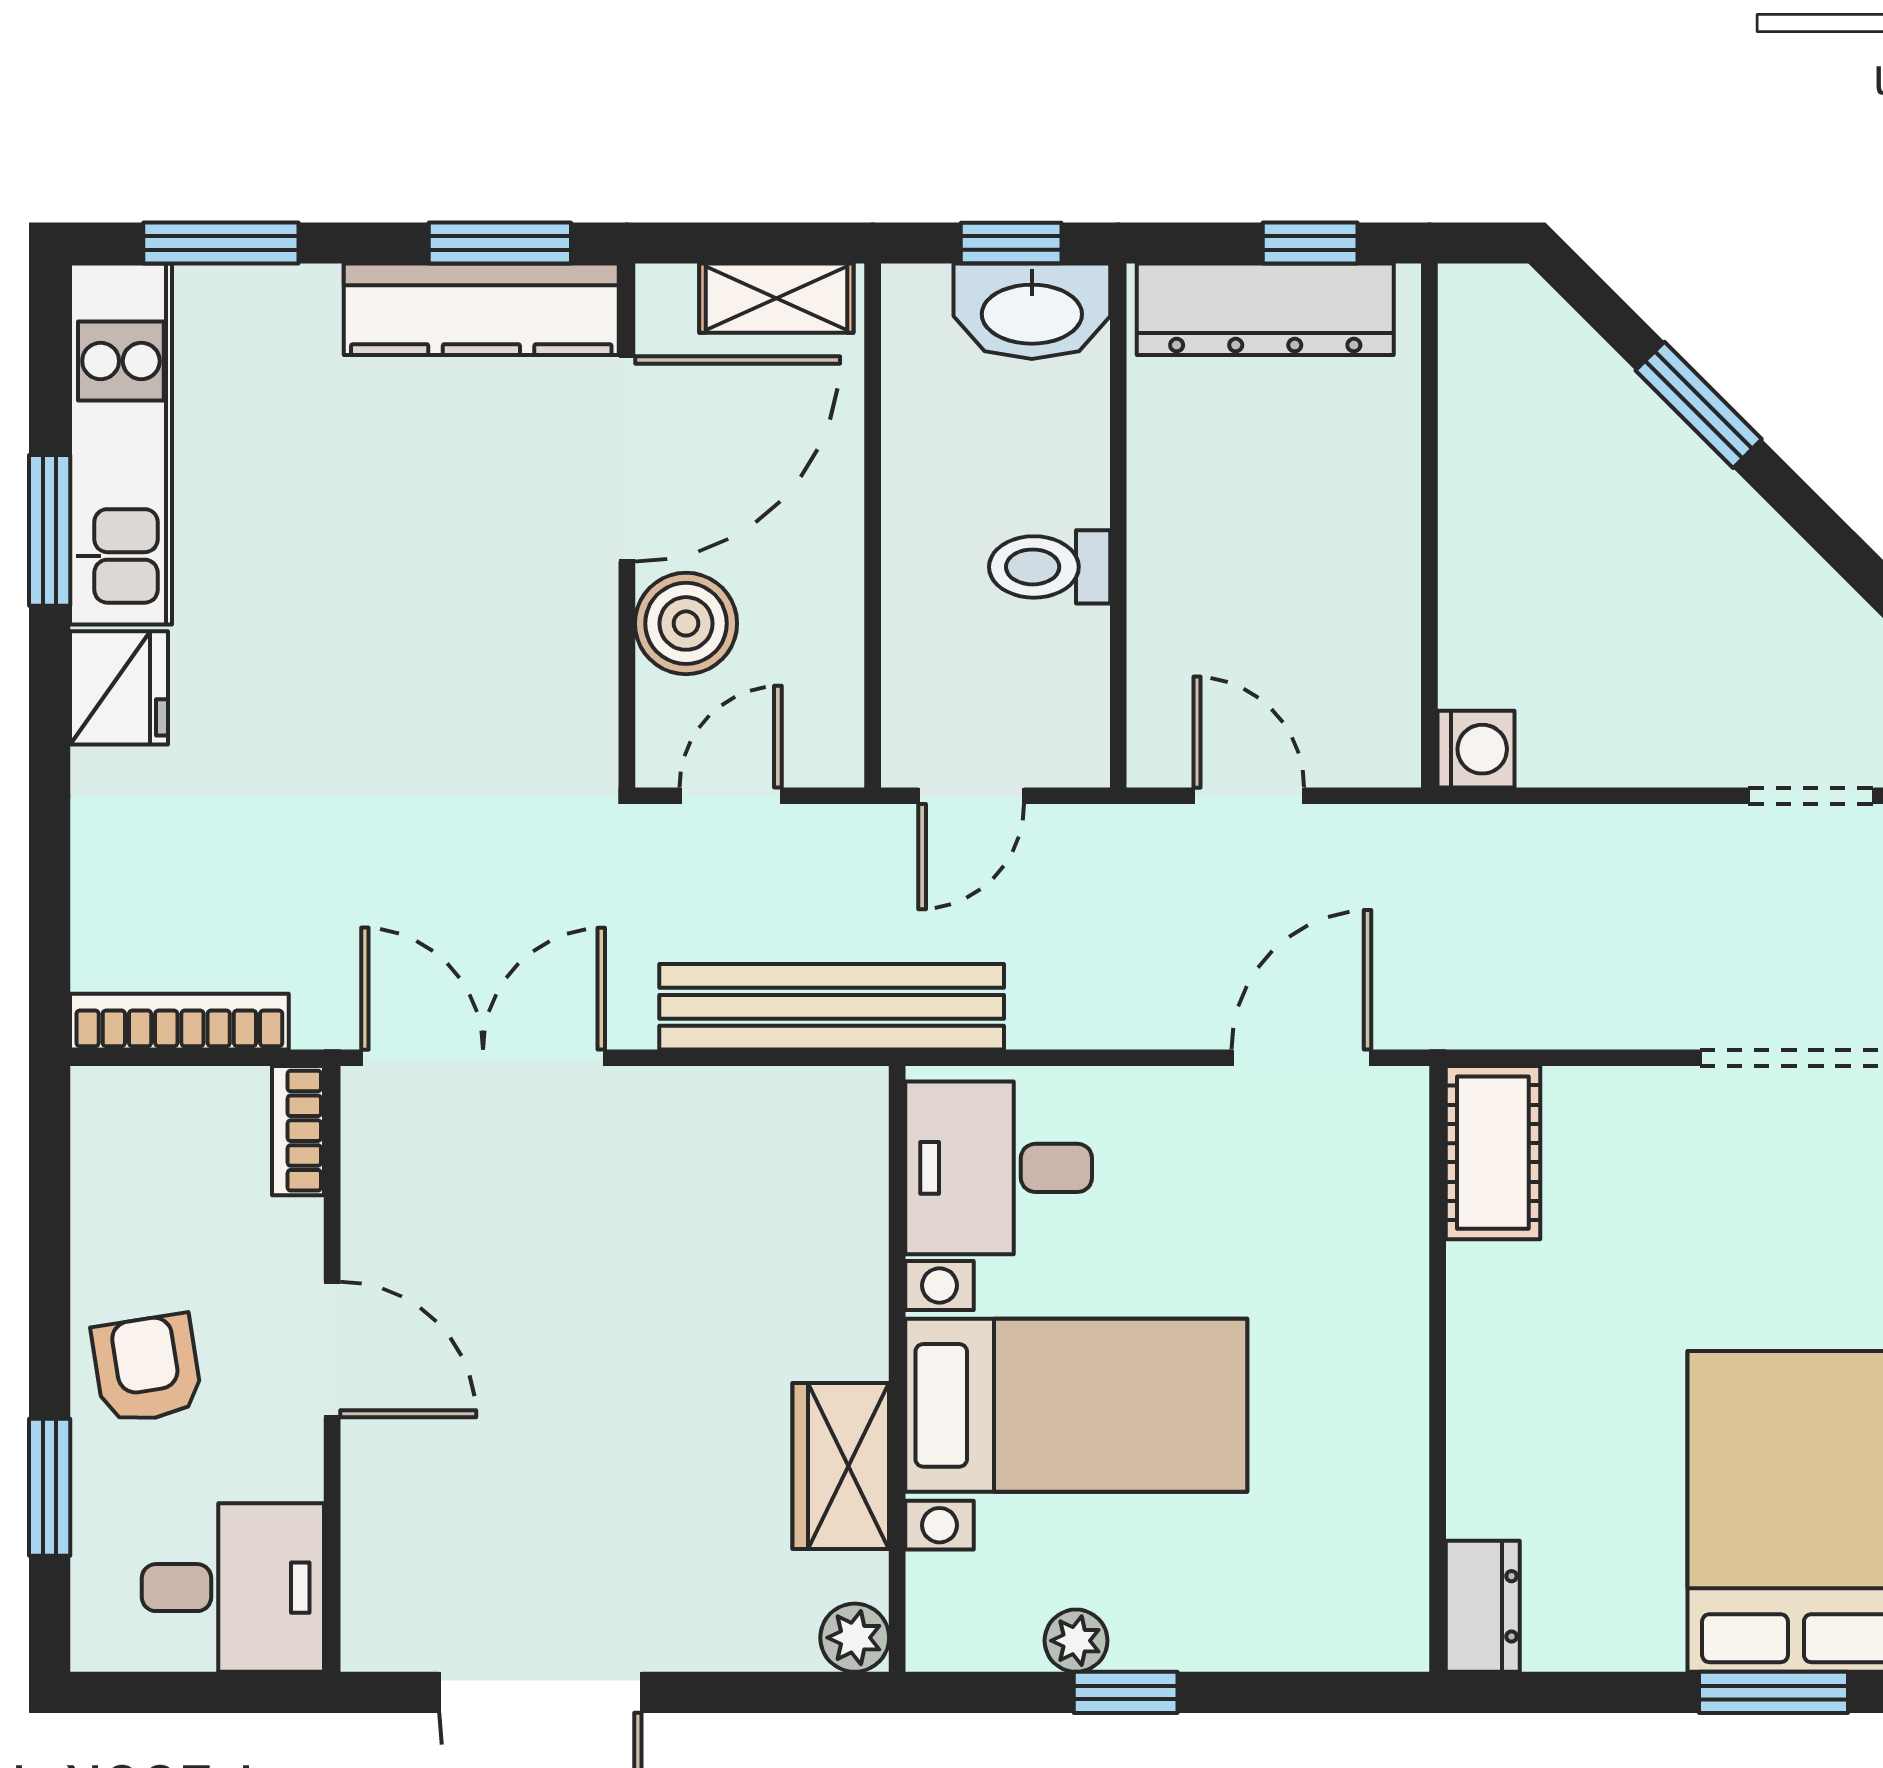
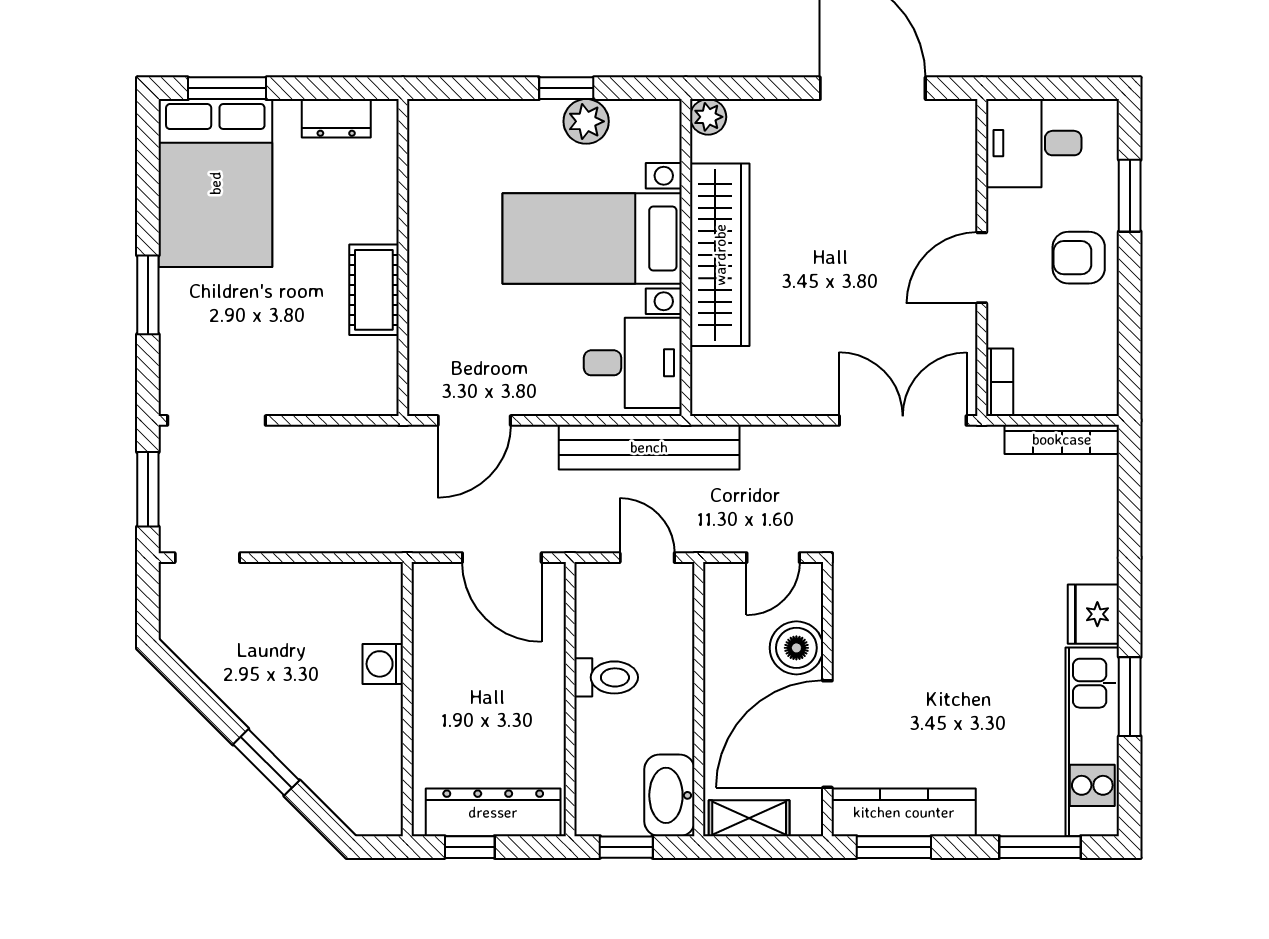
washbasin: (1032, 311) -> (669, 795), moved, turned -90
washing machine: (1476, 749) -> (383, 664), moved
door: (971, 796) -> (647, 558), hinge flipped
door: (1249, 796) -> (502, 558), width x1.38
bench: (832, 1007) -> (649, 447), moved
double door: (483, 1058) -> (903, 420), swing flipped
cot: (1493, 1153) -> (374, 290), moved
door: (332, 1350) -> (982, 268), hinge flipped
armchair: (147, 1369) -> (1079, 258), turned 99
wardrobe: (841, 1466) -> (720, 255), width x2.10, depth x1.17
dresser: (1483, 1606) -> (336, 118), moved, turned -90
plant: (1076, 1641) -> (586, 121), width x1.38, depth x1.38

